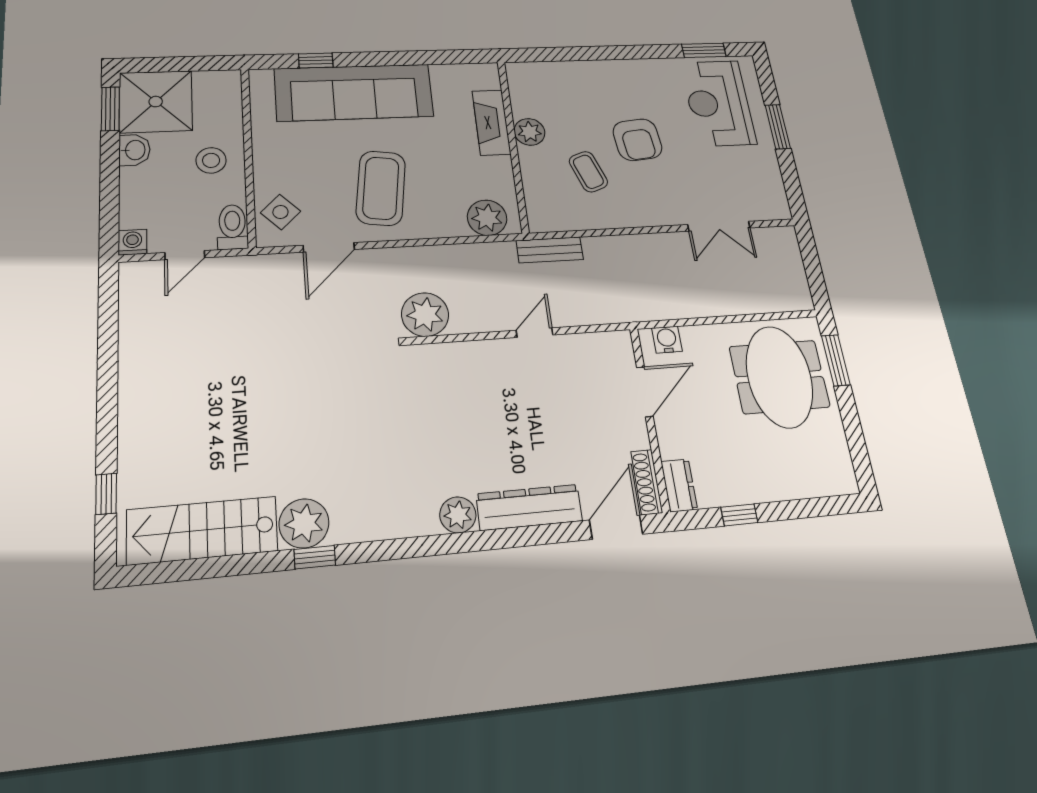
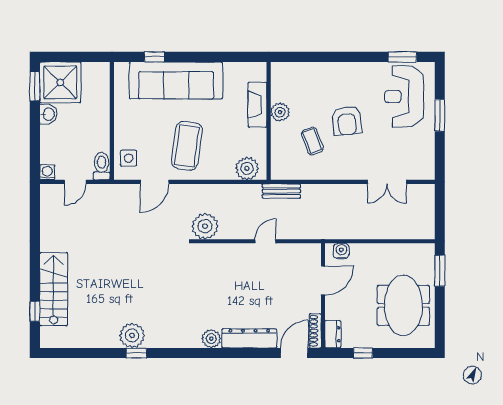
stool: (211, 160) -> (91, 123), removed
side table: (280, 212) -> (129, 158), turned 45
meeting table: (779, 377) -> (403, 305), moved
stairs: (202, 530) -> (54, 289), moved, turned 90

